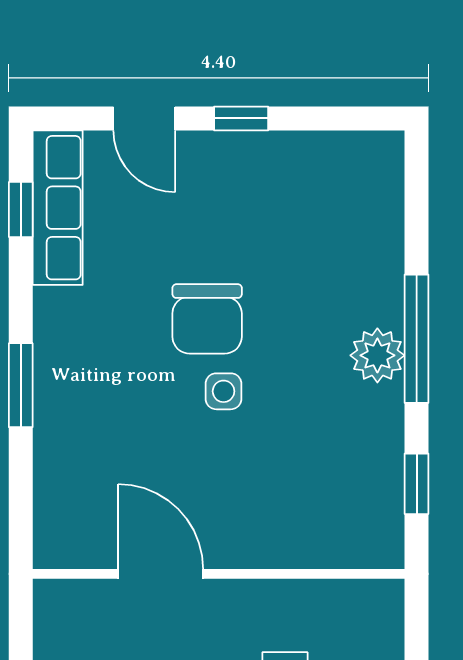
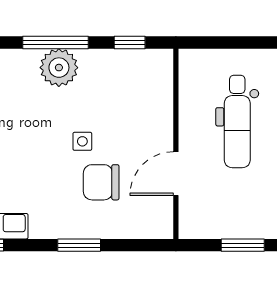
chair: (207, 319) -> (101, 182), moved, turned 180
plant: (377, 355) -> (59, 68), width x1.36, depth x1.36

